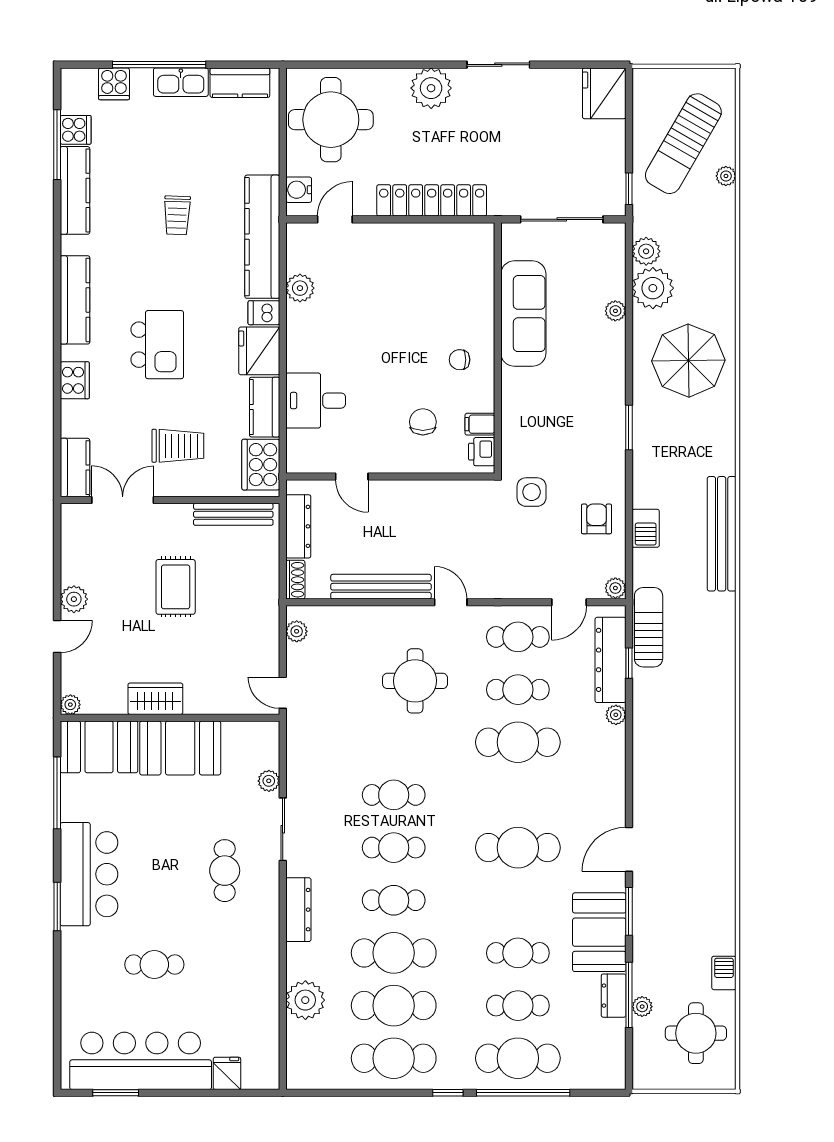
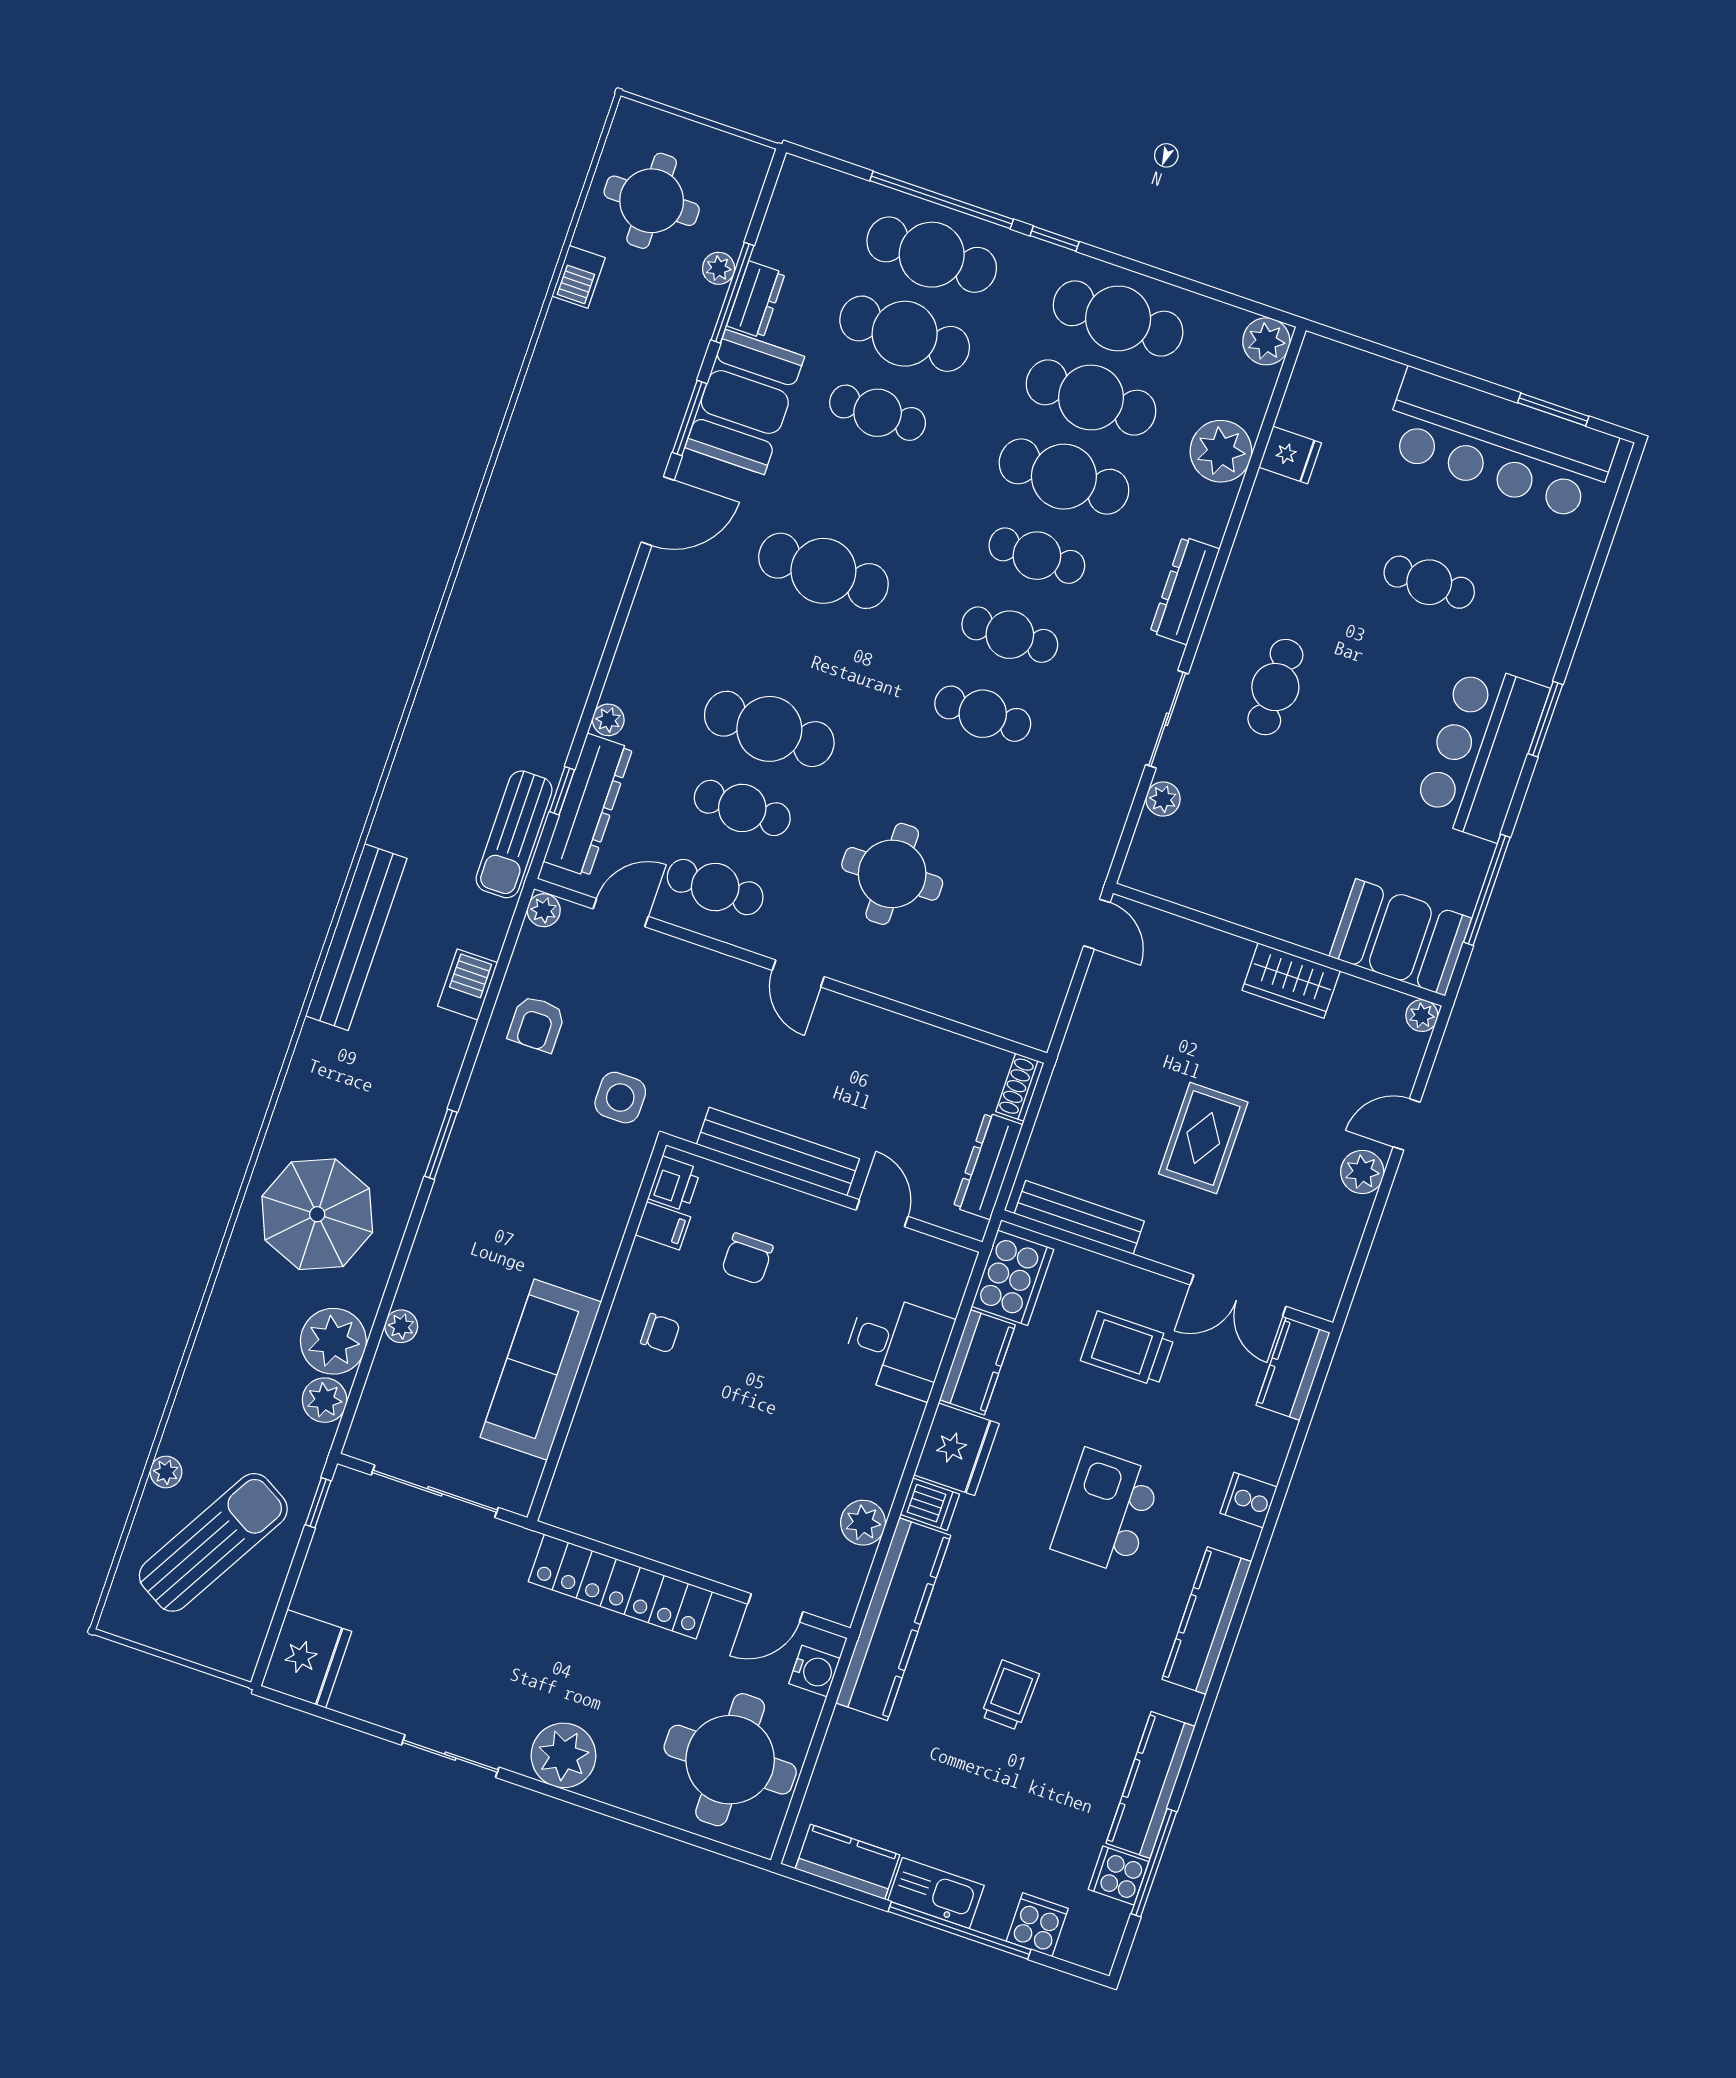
cooker: (75, 380) -> (1249, 1500), width x0.73
bench: (381, 587) -> (778, 1152), moved
plant: (297, 631) -> (1266, 341), moved, width x1.38, depth x1.38
booth: (180, 748) -> (1279, 894), removed
cafe table: (518, 1006) -> (905, 334), width x1.37, depth x1.35
fridge: (227, 1073) -> (1290, 455), moved, turned -90

